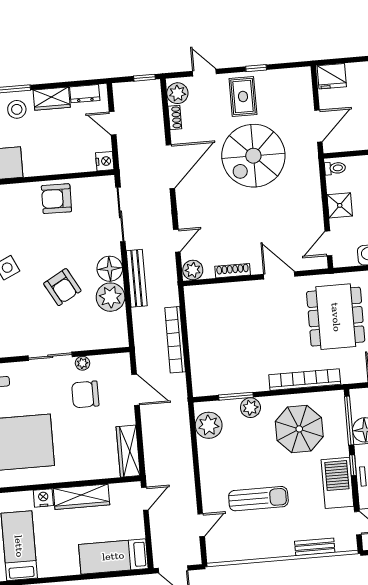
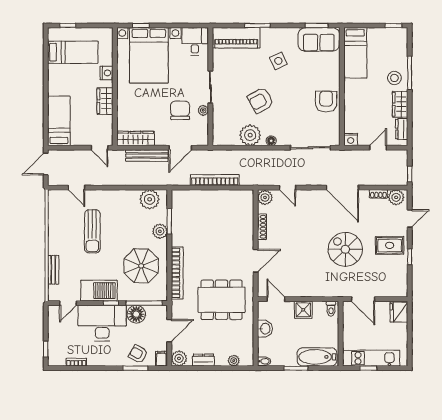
spiral stairs: (253, 156) -> (345, 249), width x0.73, depth x0.73
floor lamp: (110, 269) -> (271, 141), width x0.53, depth x0.53
bench: (137, 278) -> (147, 156), moved
wardrobe: (81, 497) -> (105, 101), width x0.67

